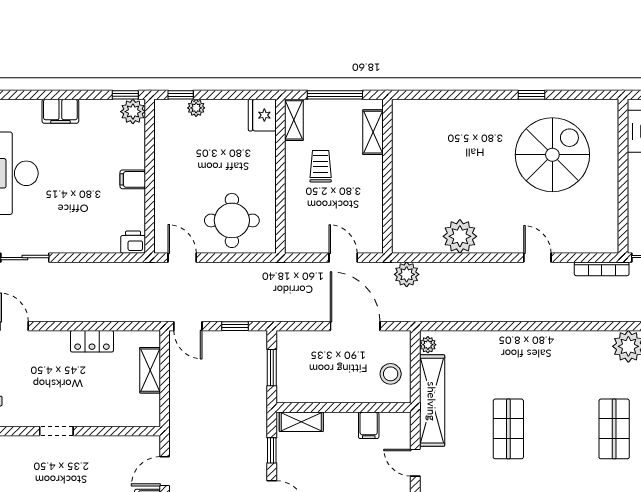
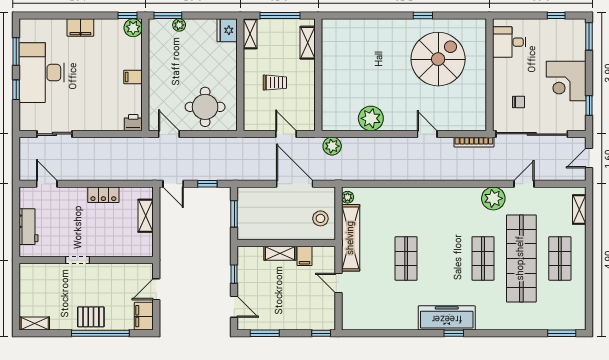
window: (181, 95) -> (168, 16), width x1.50
trolley: (321, 166) -> (275, 83), moved, turned 90
shelving: (301, 422) -> (280, 253), moved

